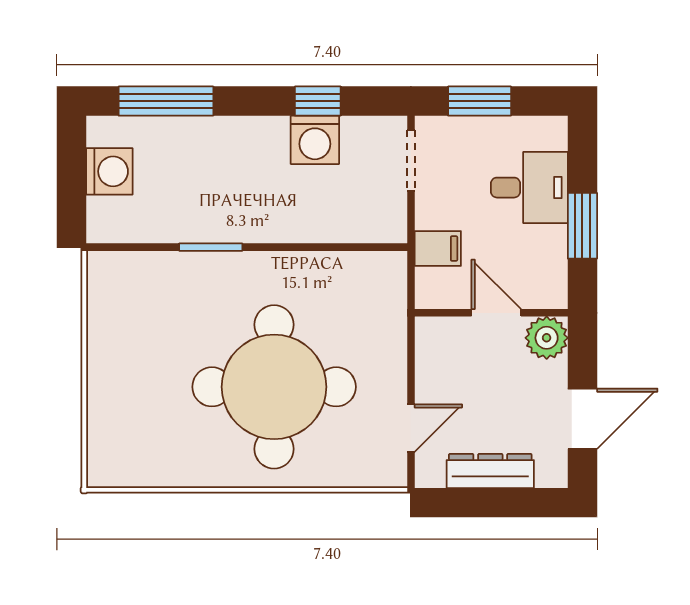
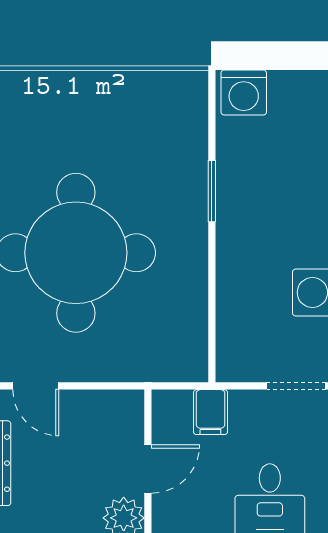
washing machine: (109, 171) -> (244, 92), moved

